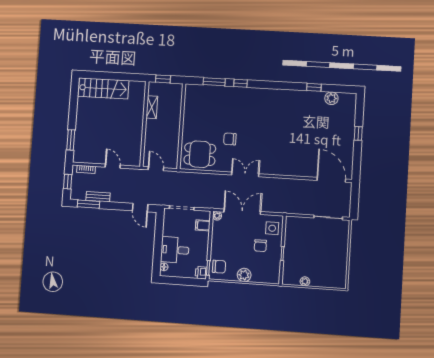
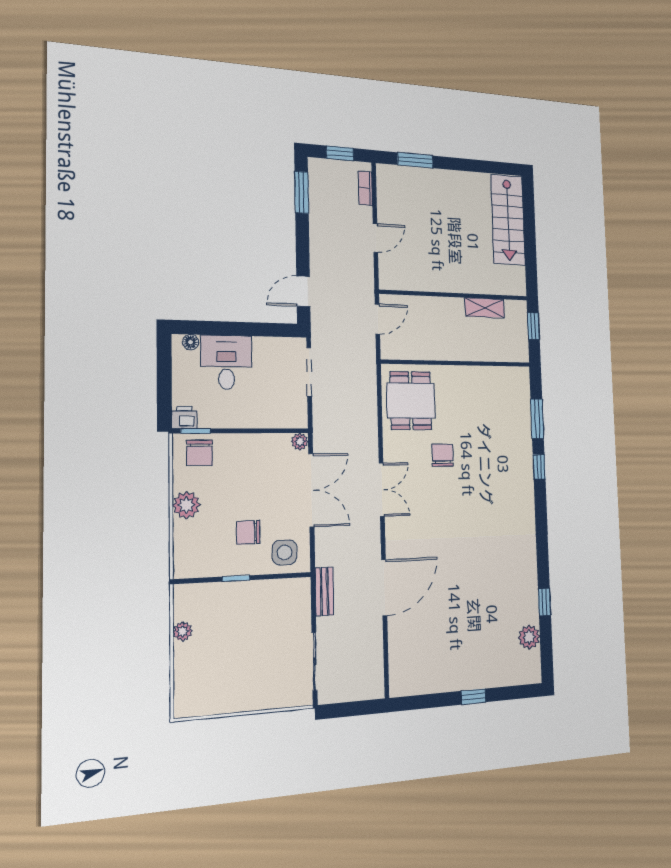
door: (331, 180) -> (384, 588), moved
bench: (98, 197) -> (324, 591), moved
filing cabinet: (203, 225) -> (279, 415), removed

